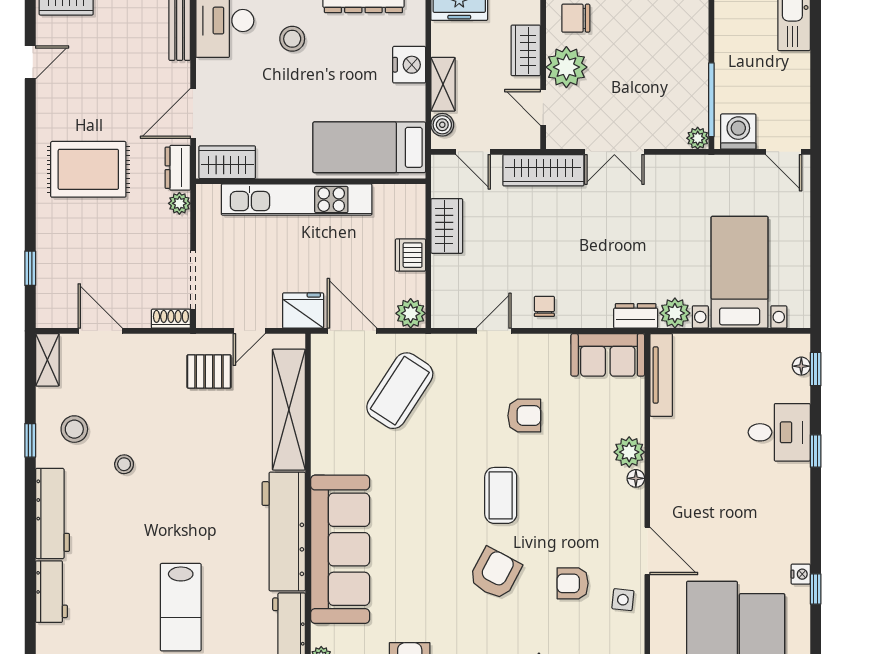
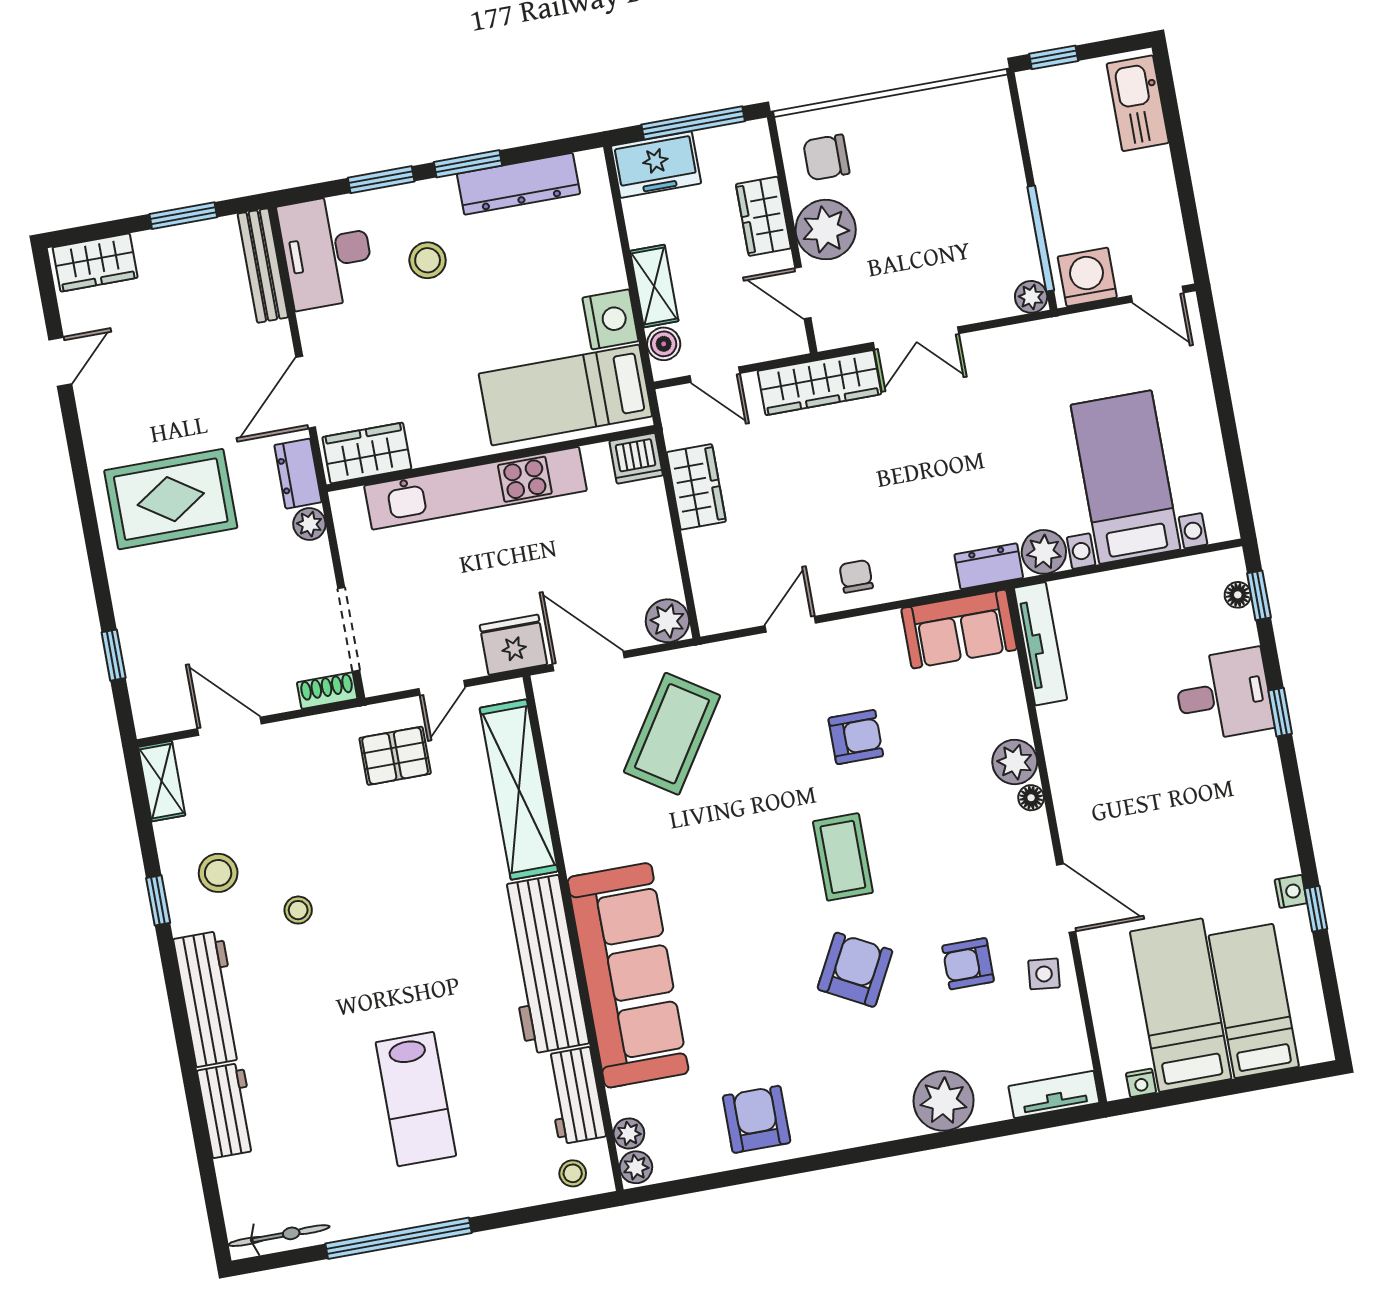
nightstand: (409, 65) -> (610, 319), moved
dishwasher: (410, 255) -> (636, 458), moved, turned -90

